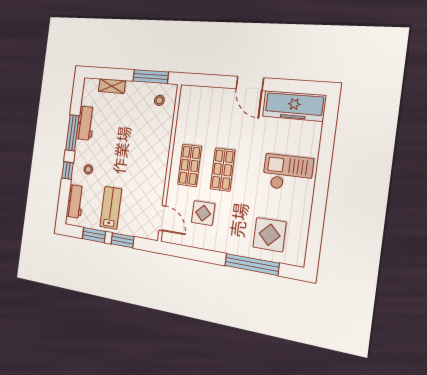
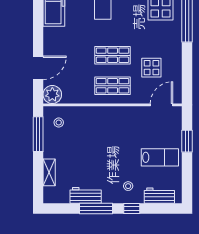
door: (250, 83) -> (38, 68), moved
plant: (189, 96) -> (52, 95), added
lab bench: (111, 208) -> (160, 157), turned 180
window: (94, 235) -> (187, 171), removed

